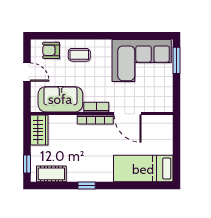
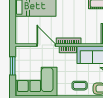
window: (177, 60) -> (13, 66), moved

